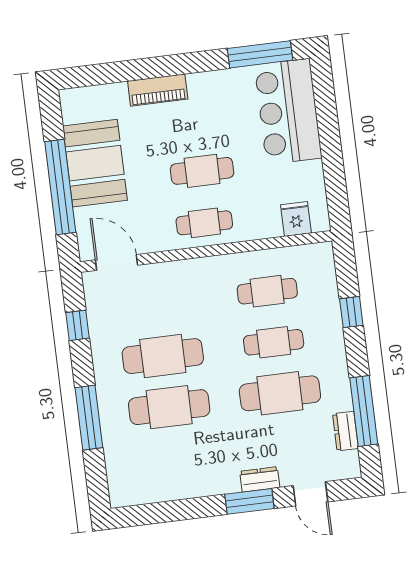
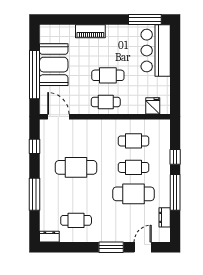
cafe table: (169, 407) -> (76, 220), moved, width x0.73, depth x0.74
window: (364, 411) -> (175, 192), moved
dresser: (260, 479) -> (49, 237), moved
door: (311, 494) -> (143, 247), swing flipped

